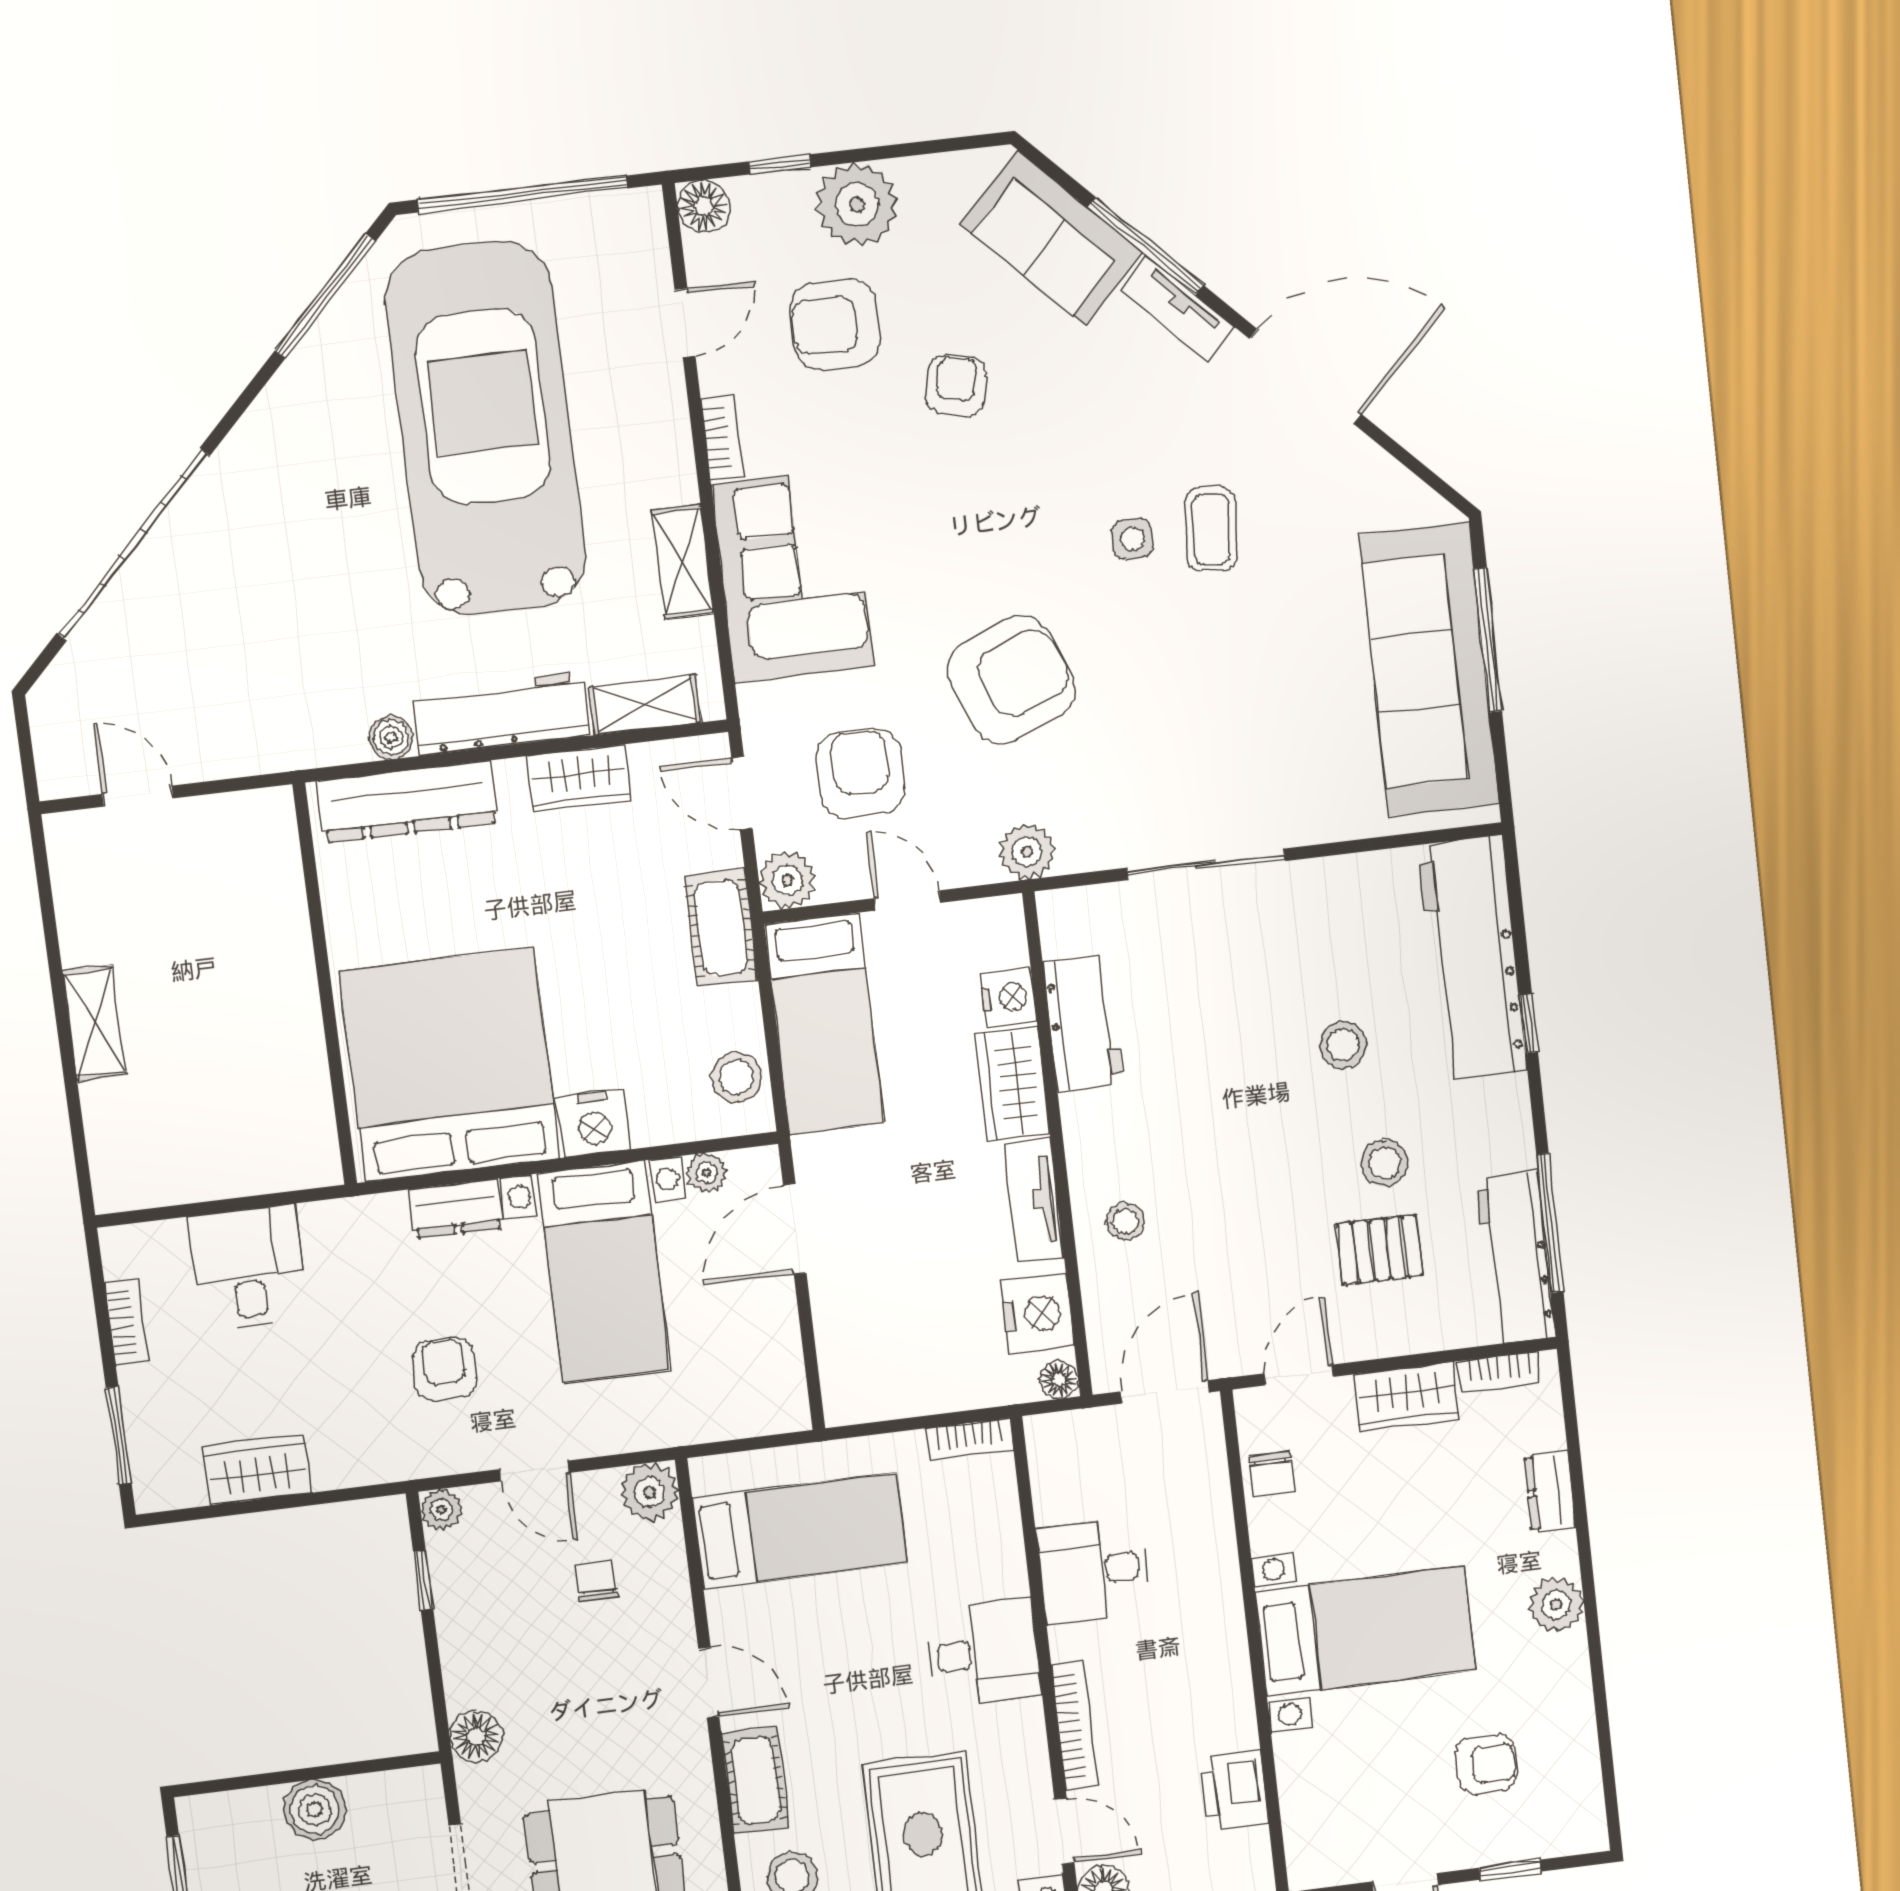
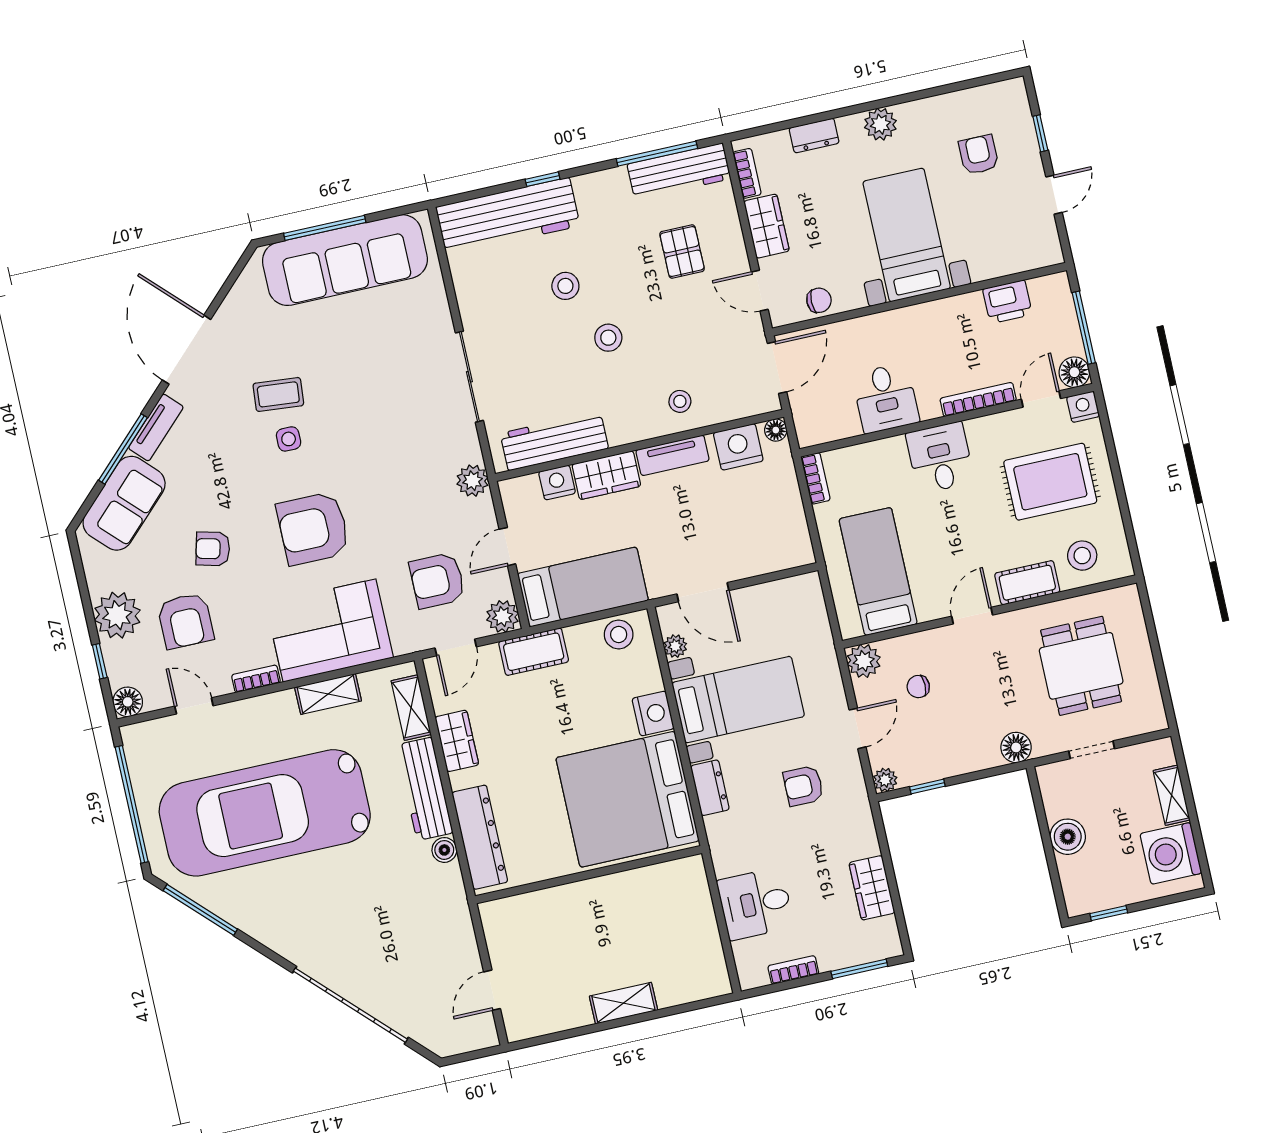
armchair: (1012, 680) -> (313, 528), moved, turned -68
workbench: (1083, 1024) -> (554, 441), width x1.38
stool: (1384, 1163) -> (608, 338), moved
door: (1165, 1392) -> (777, 368), swing flipped

